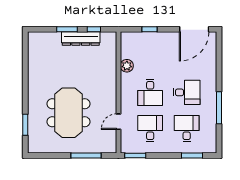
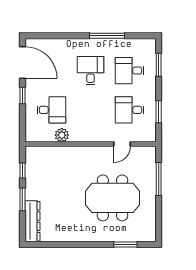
window: (150, 29) -> (22, 95), moved
dresser: (81, 39) -> (32, 221), moved
desk: (150, 92) -> (51, 110), moved
door: (118, 122) -> (122, 144), hinge flipped
window: (135, 156) -> (159, 112), moved

